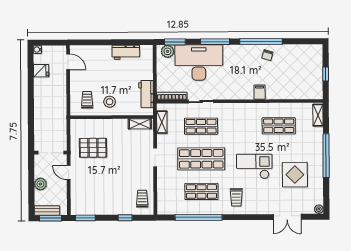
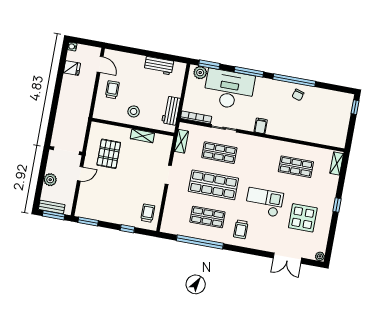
window: (326, 74) -> (355, 107), moved
filing cabinet: (260, 92) -> (261, 126), moved
trolley: (87, 100) -> (112, 90), moved
shelving: (140, 124) -> (142, 136), moved
pallet: (93, 148) -> (109, 154), turned 90
window: (326, 156) -> (337, 205), width x0.32
door: (69, 173) -> (80, 174), swing flipped

